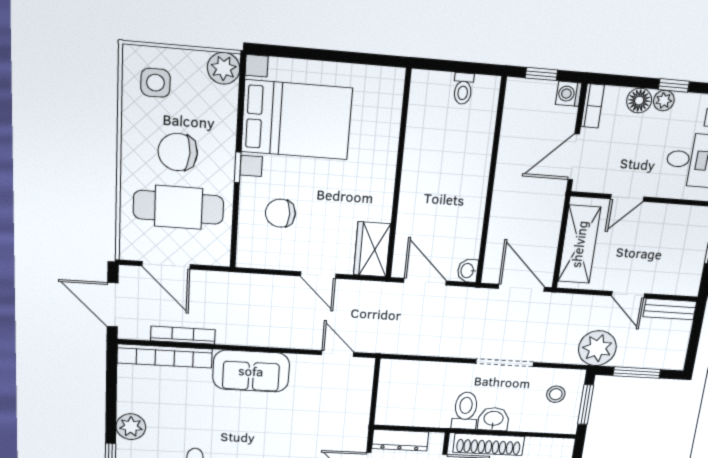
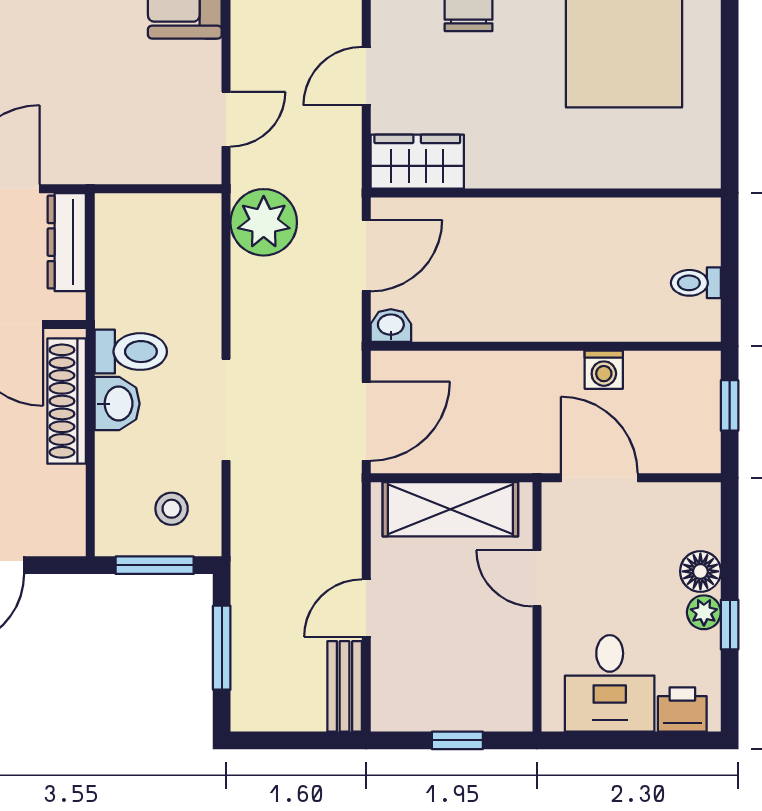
washing machine: (569, 94) -> (604, 370), moved, turned 180
bookcase: (593, 106) -> (685, 496), removed
plant: (597, 348) -> (264, 222), moved

